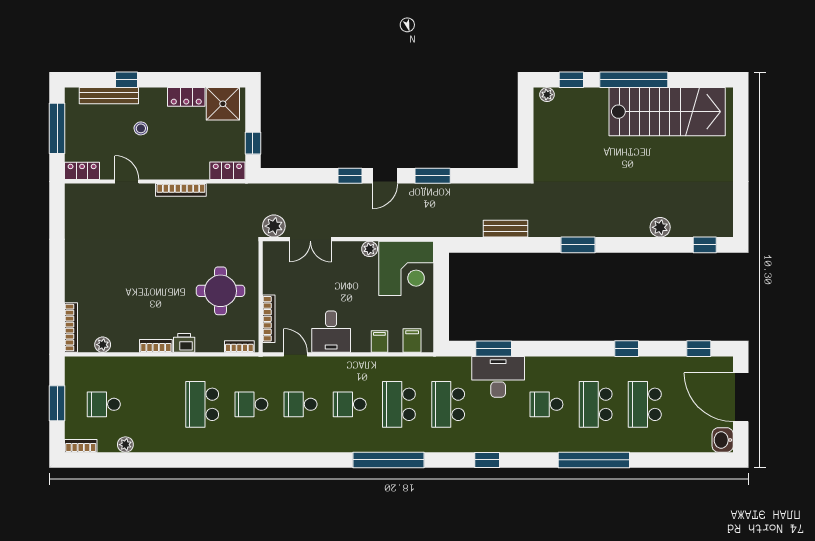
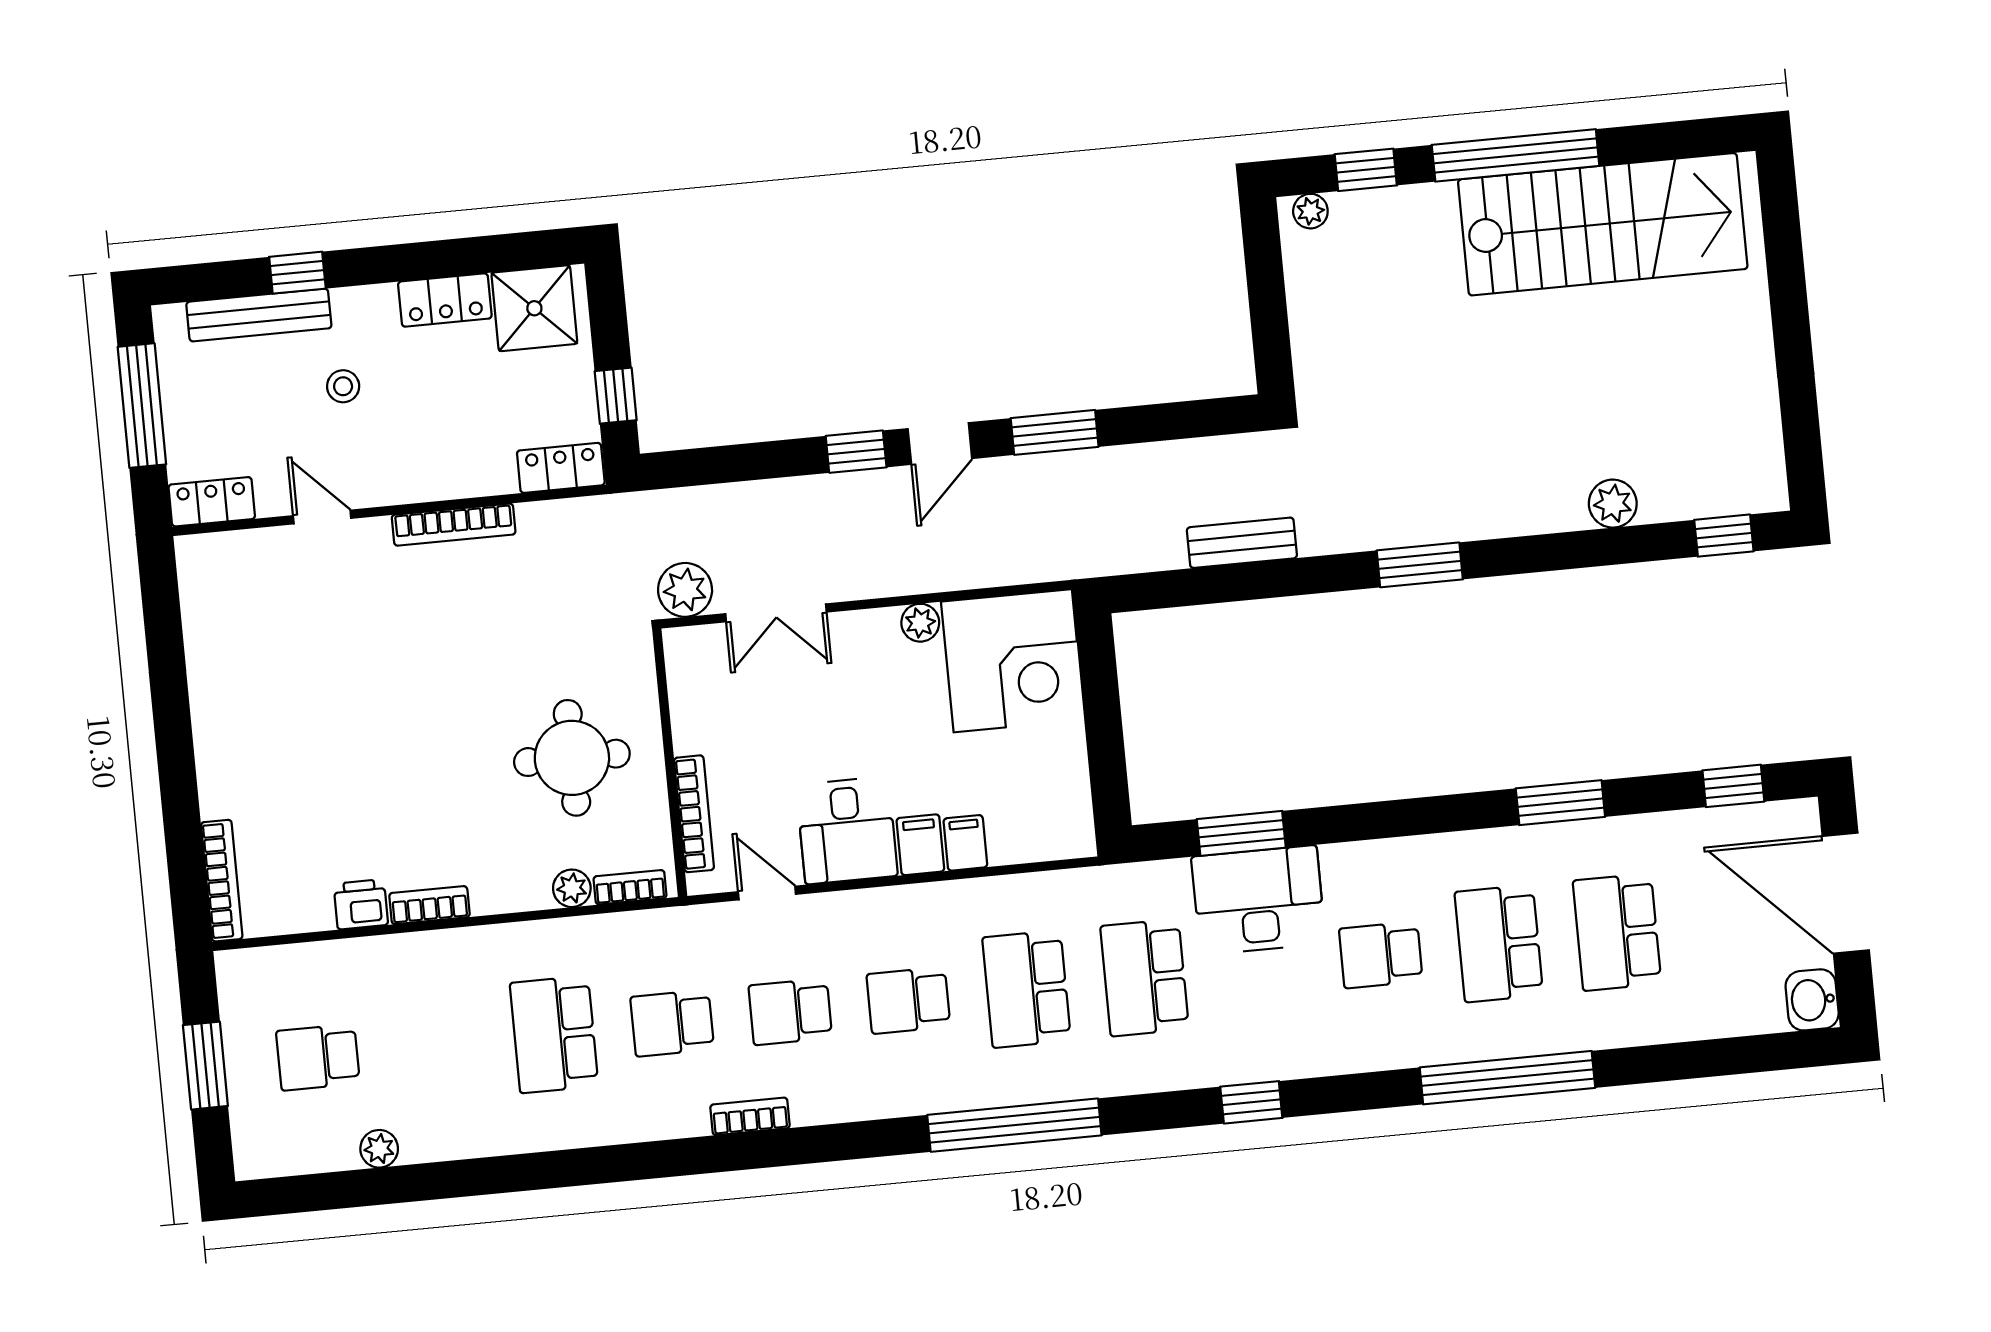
filing cabinet: (412, 341) -> (920, 845), moved
printer: (184, 343) -> (361, 904), moved
plant: (103, 345) -> (572, 888), moved
window: (627, 349) -> (1560, 803), width x1.50
bookcase: (81, 446) -> (750, 1116), moved

